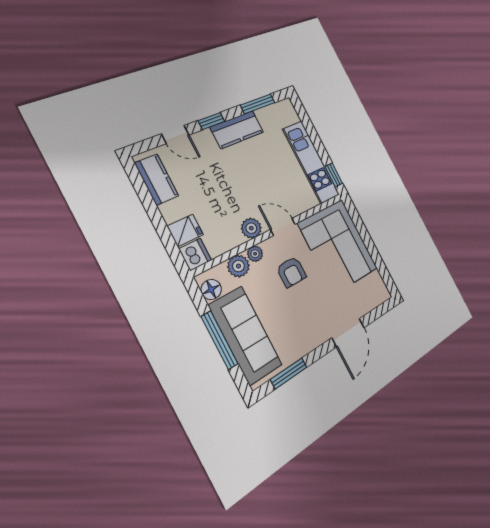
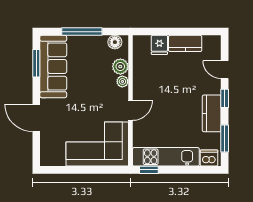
door: (175, 134) -> (225, 70), hinge flipped
kitchen counter: (157, 179) -> (185, 43), moved
plant: (251, 228) -> (140, 88), removed
dishwasher: (195, 254) -> (209, 158), moved, turned 180
armchair: (291, 272) -> (98, 100), removed
sofa: (245, 335) -> (53, 66), moved, turned -90

